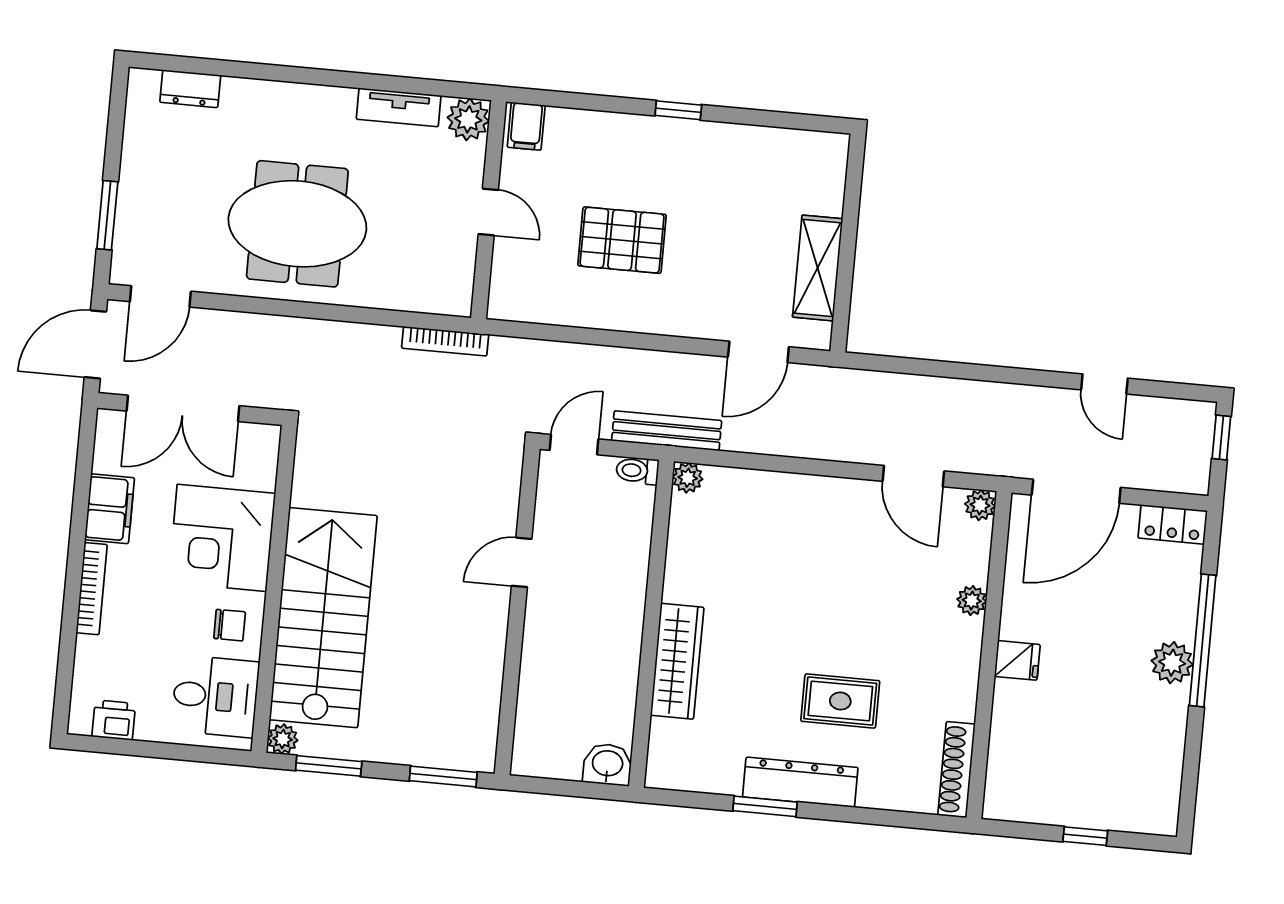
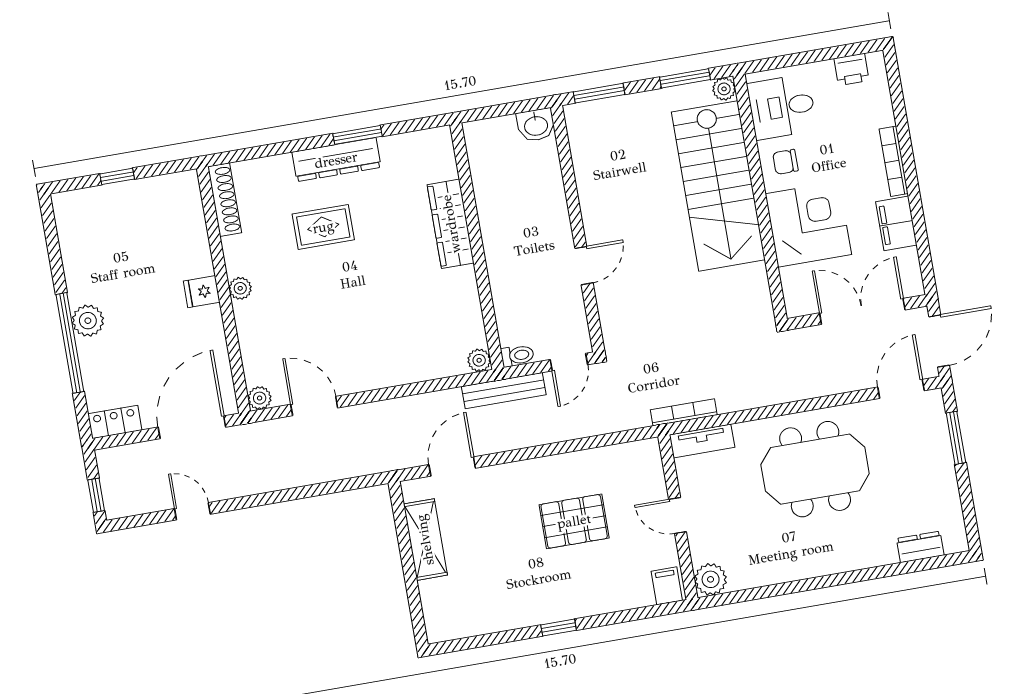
tv unit: (399, 107) -> (702, 441), moved, turned 180
plant: (972, 601) -> (240, 288), moved
washbasin: (607, 764) -> (536, 125), moved

